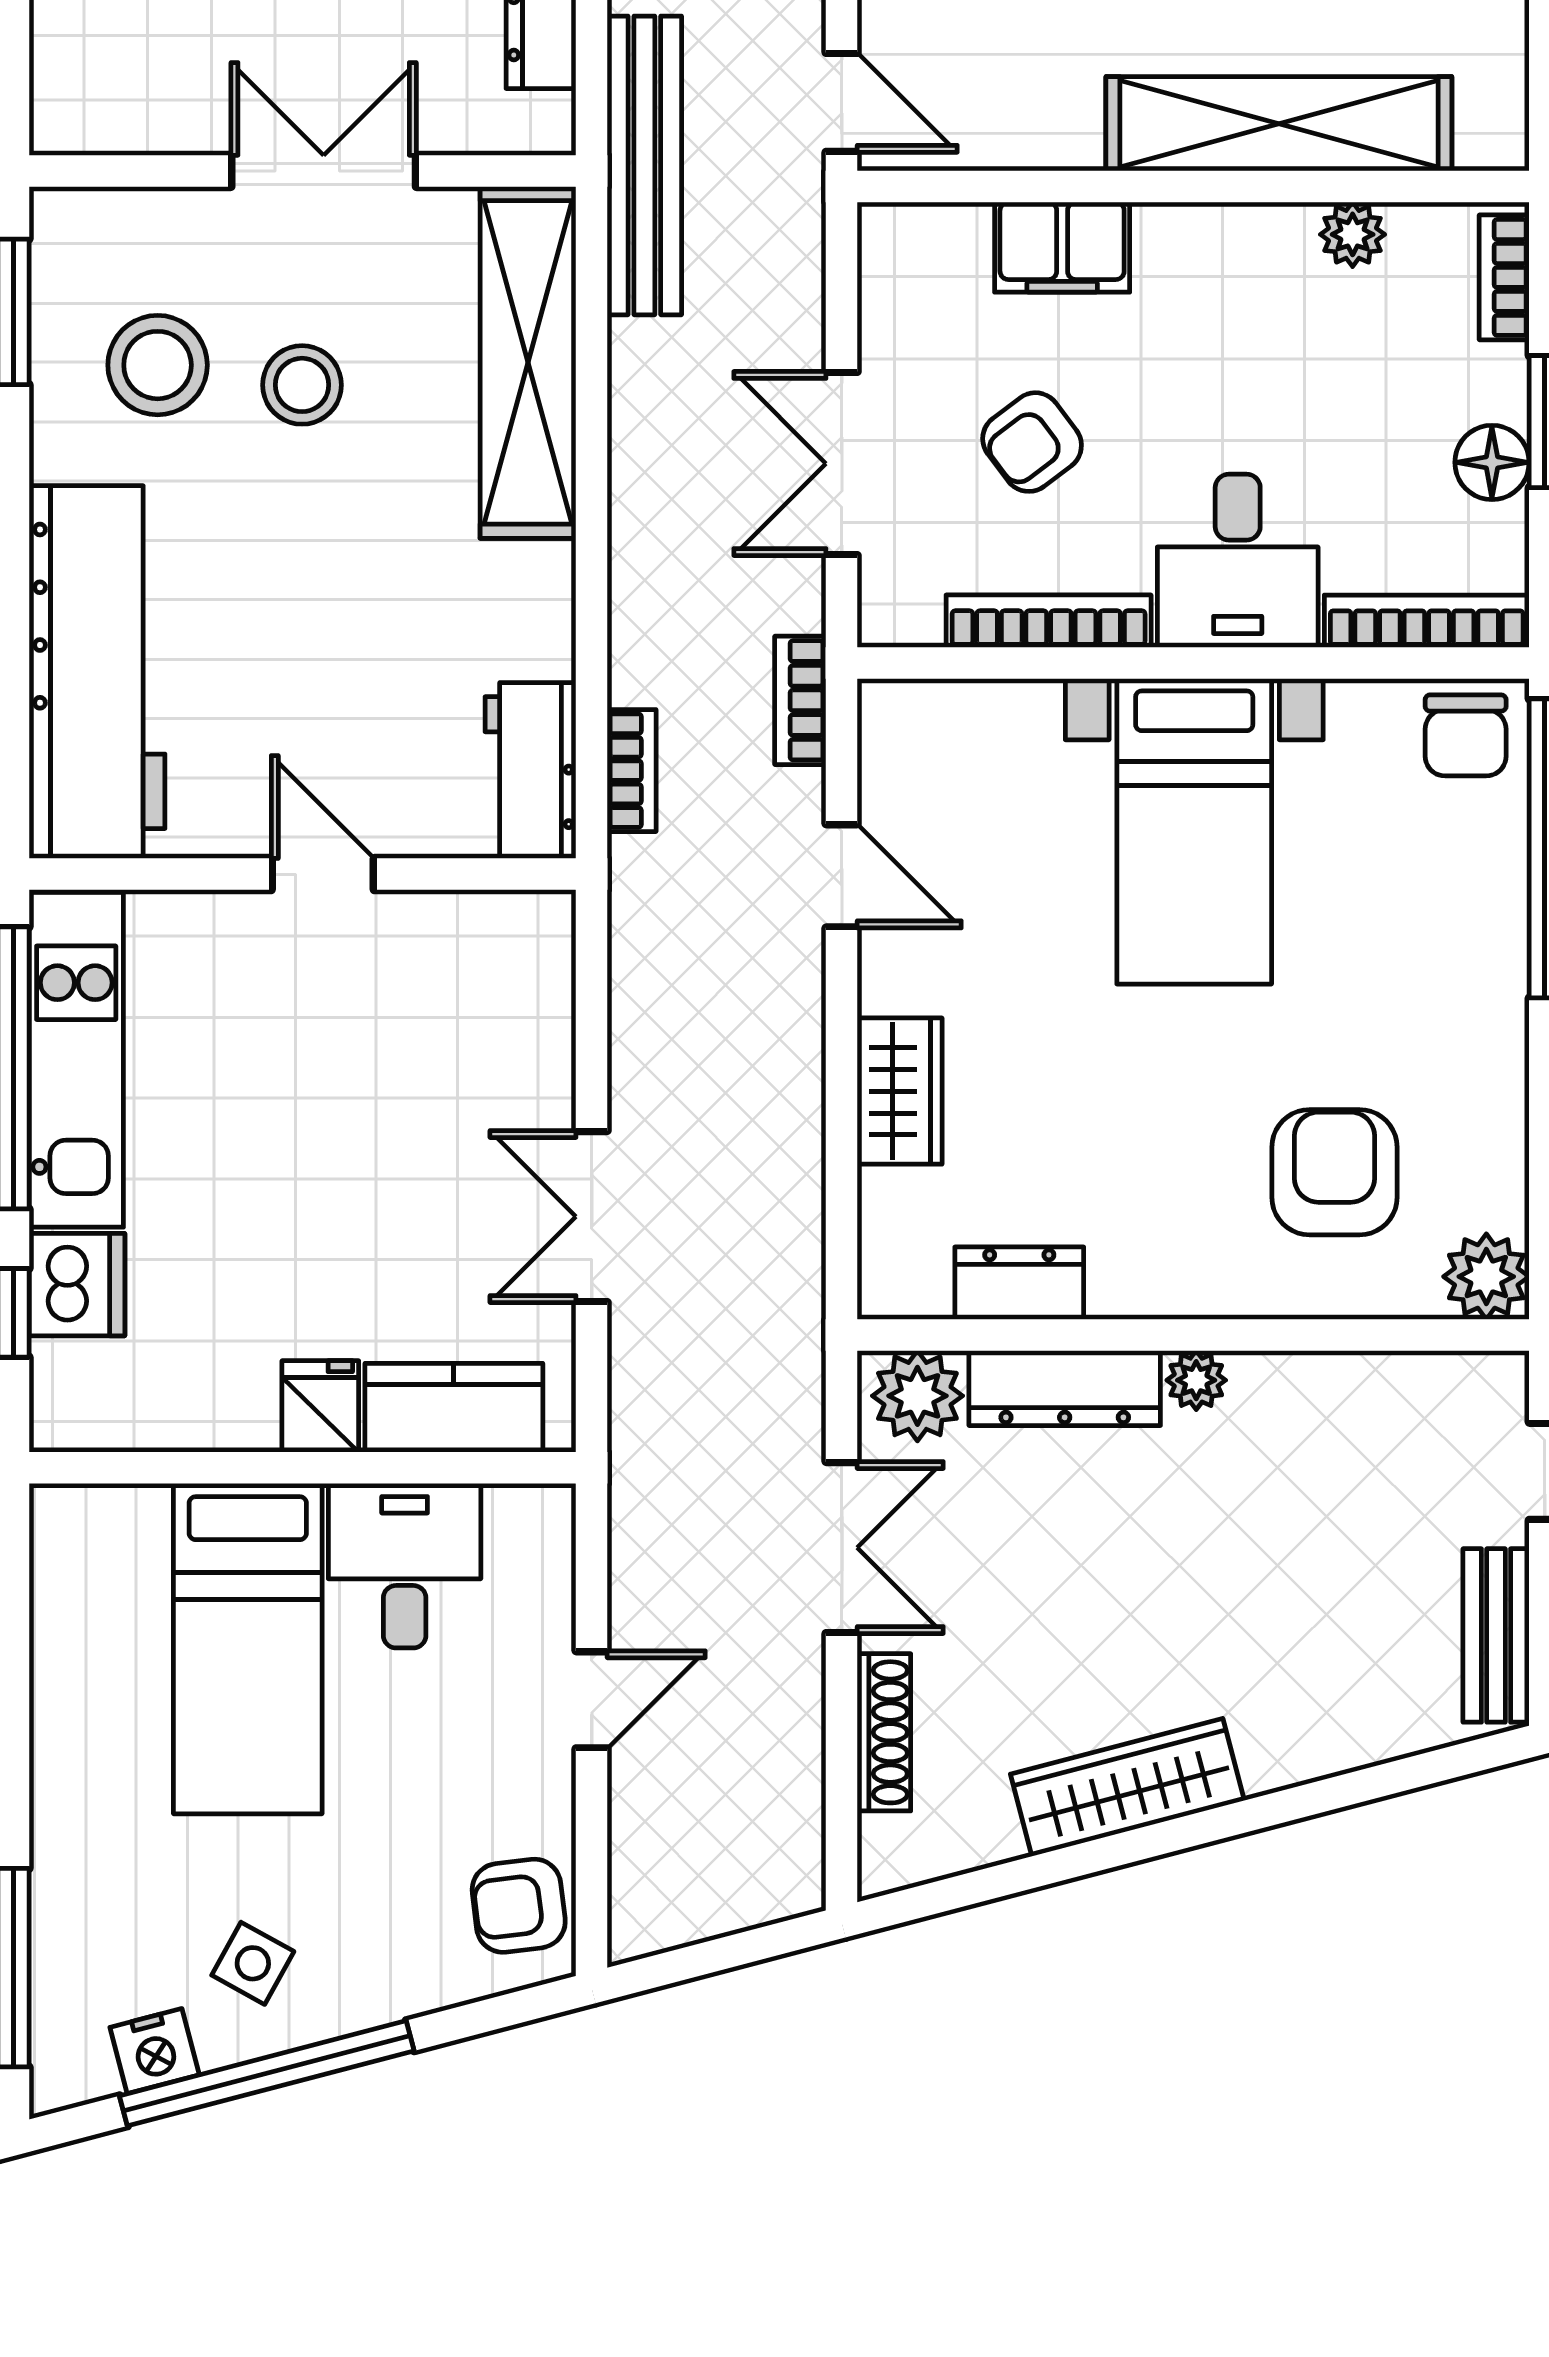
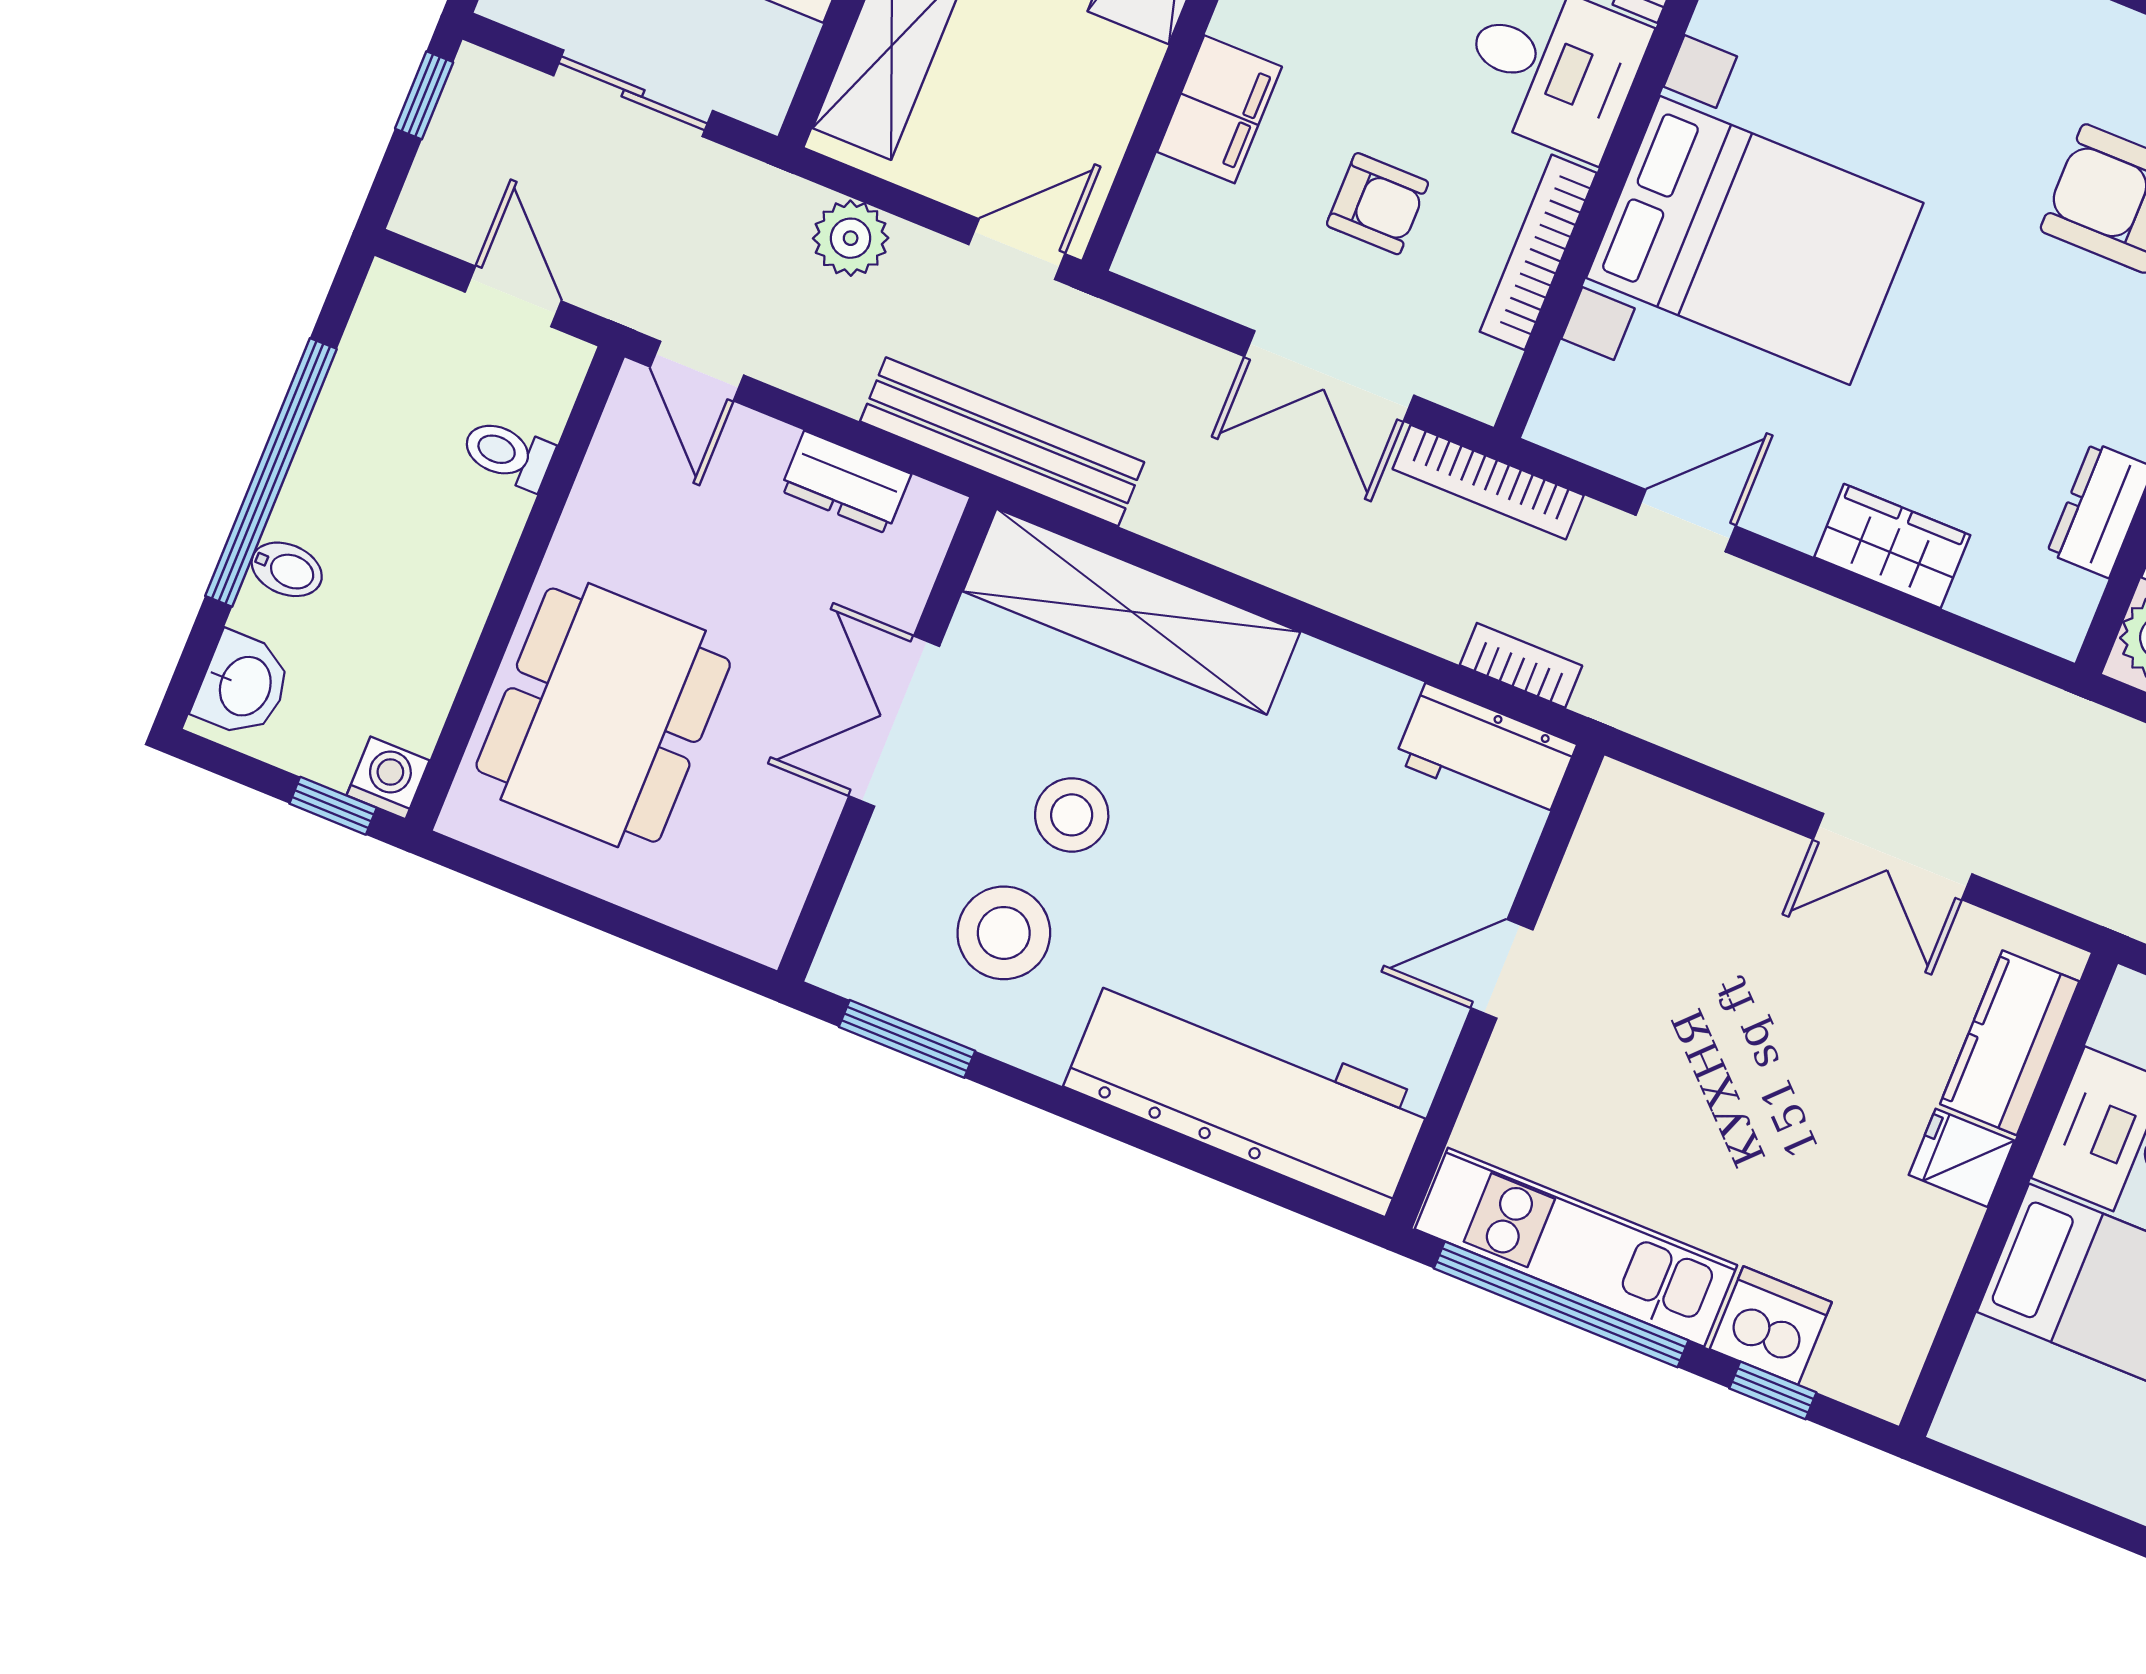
armchair: (1032, 442) -> (1377, 204), turned -53
bookcase: (800, 700) -> (1488, 482), width x1.56
bed with nightstands: (1194, 831) -> (1755, 240), width x1.36

